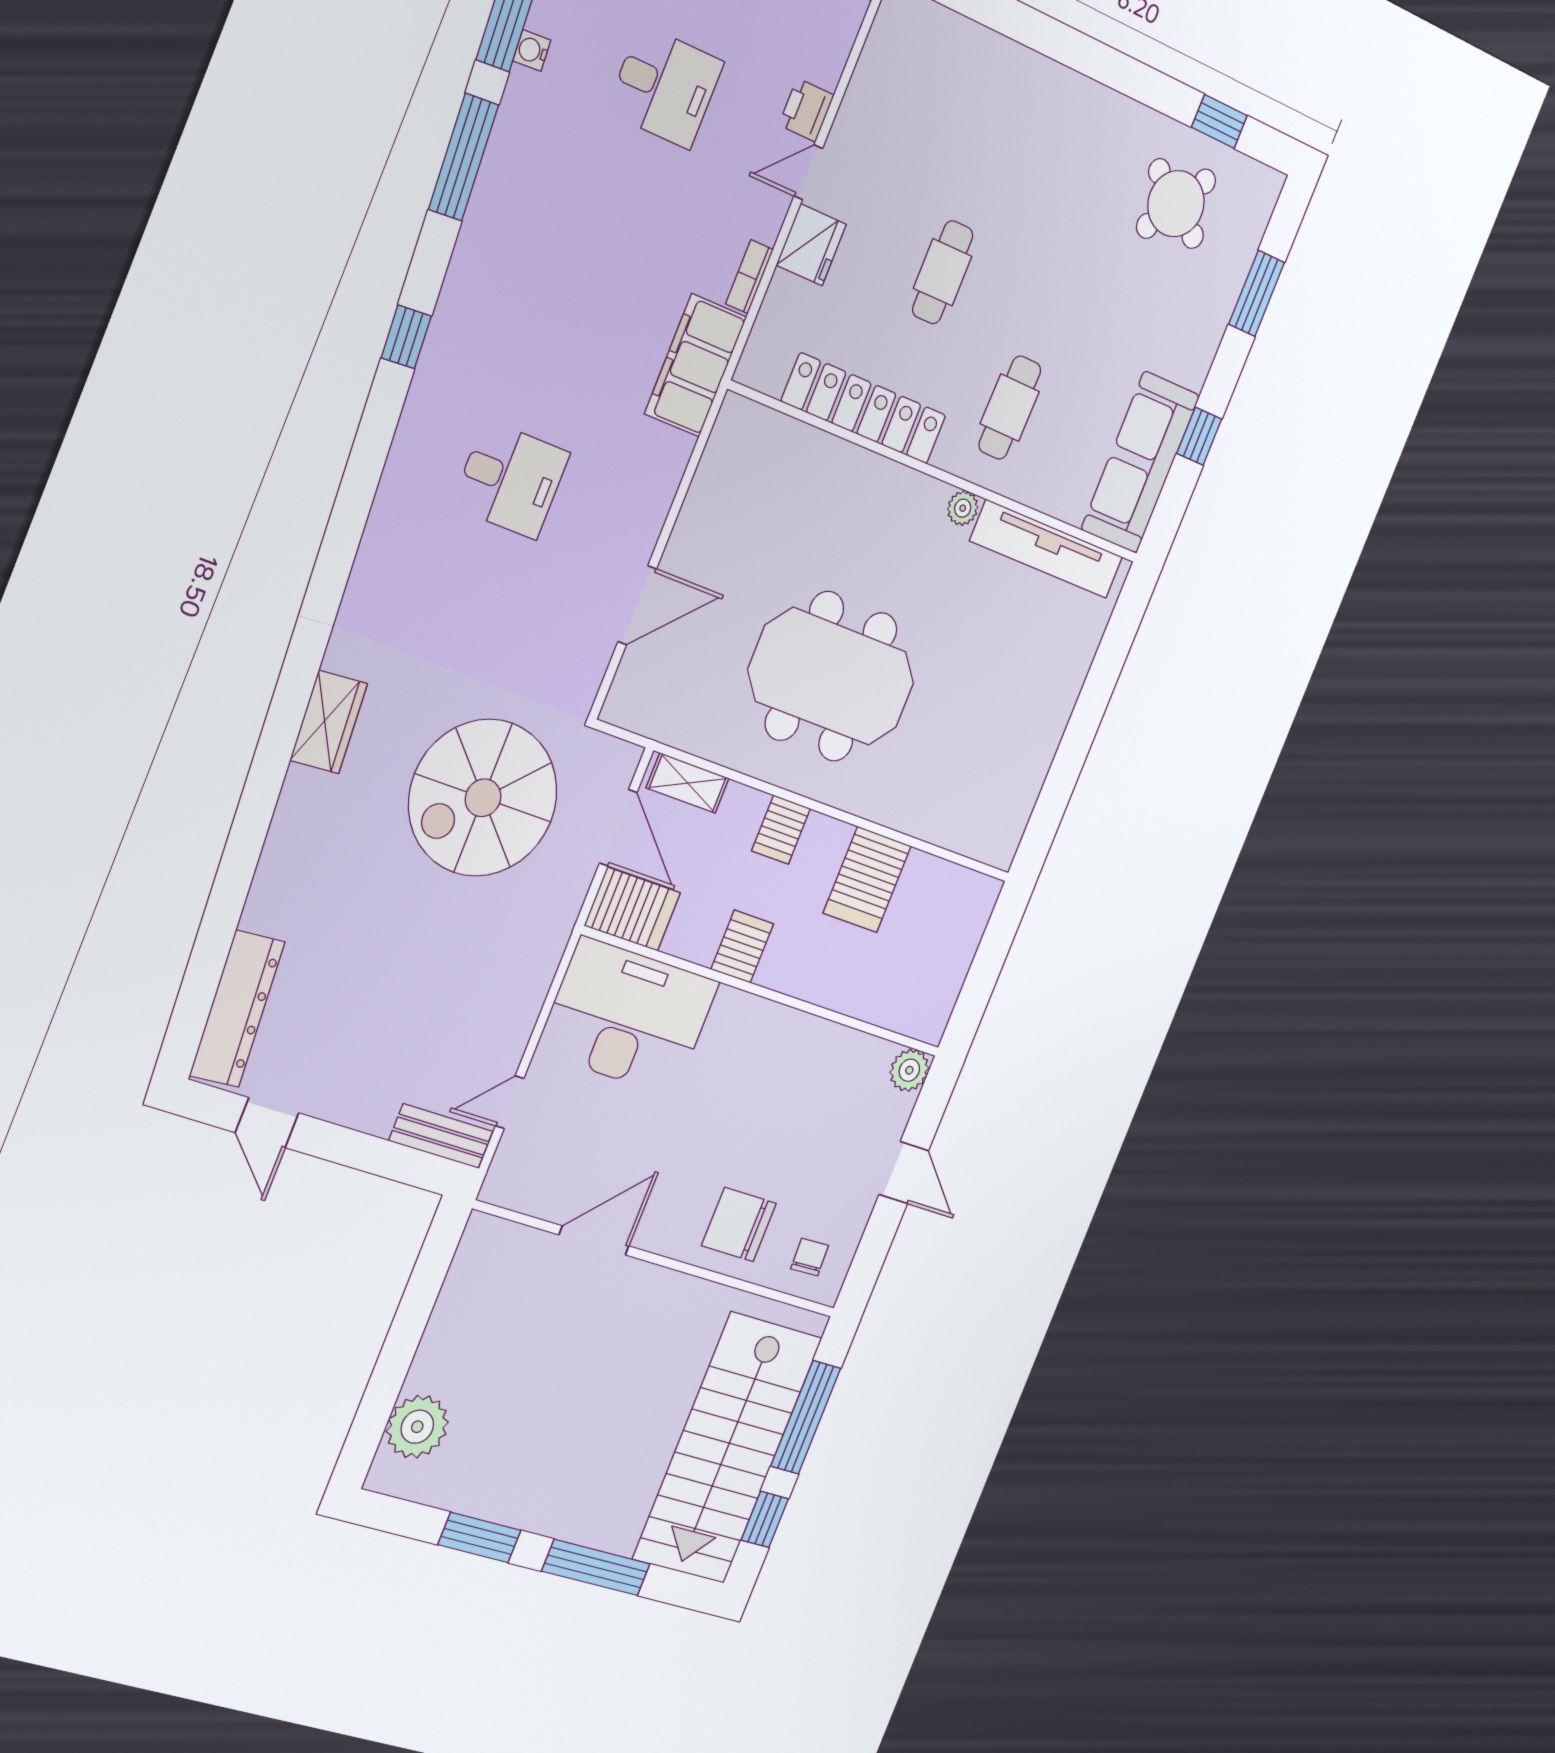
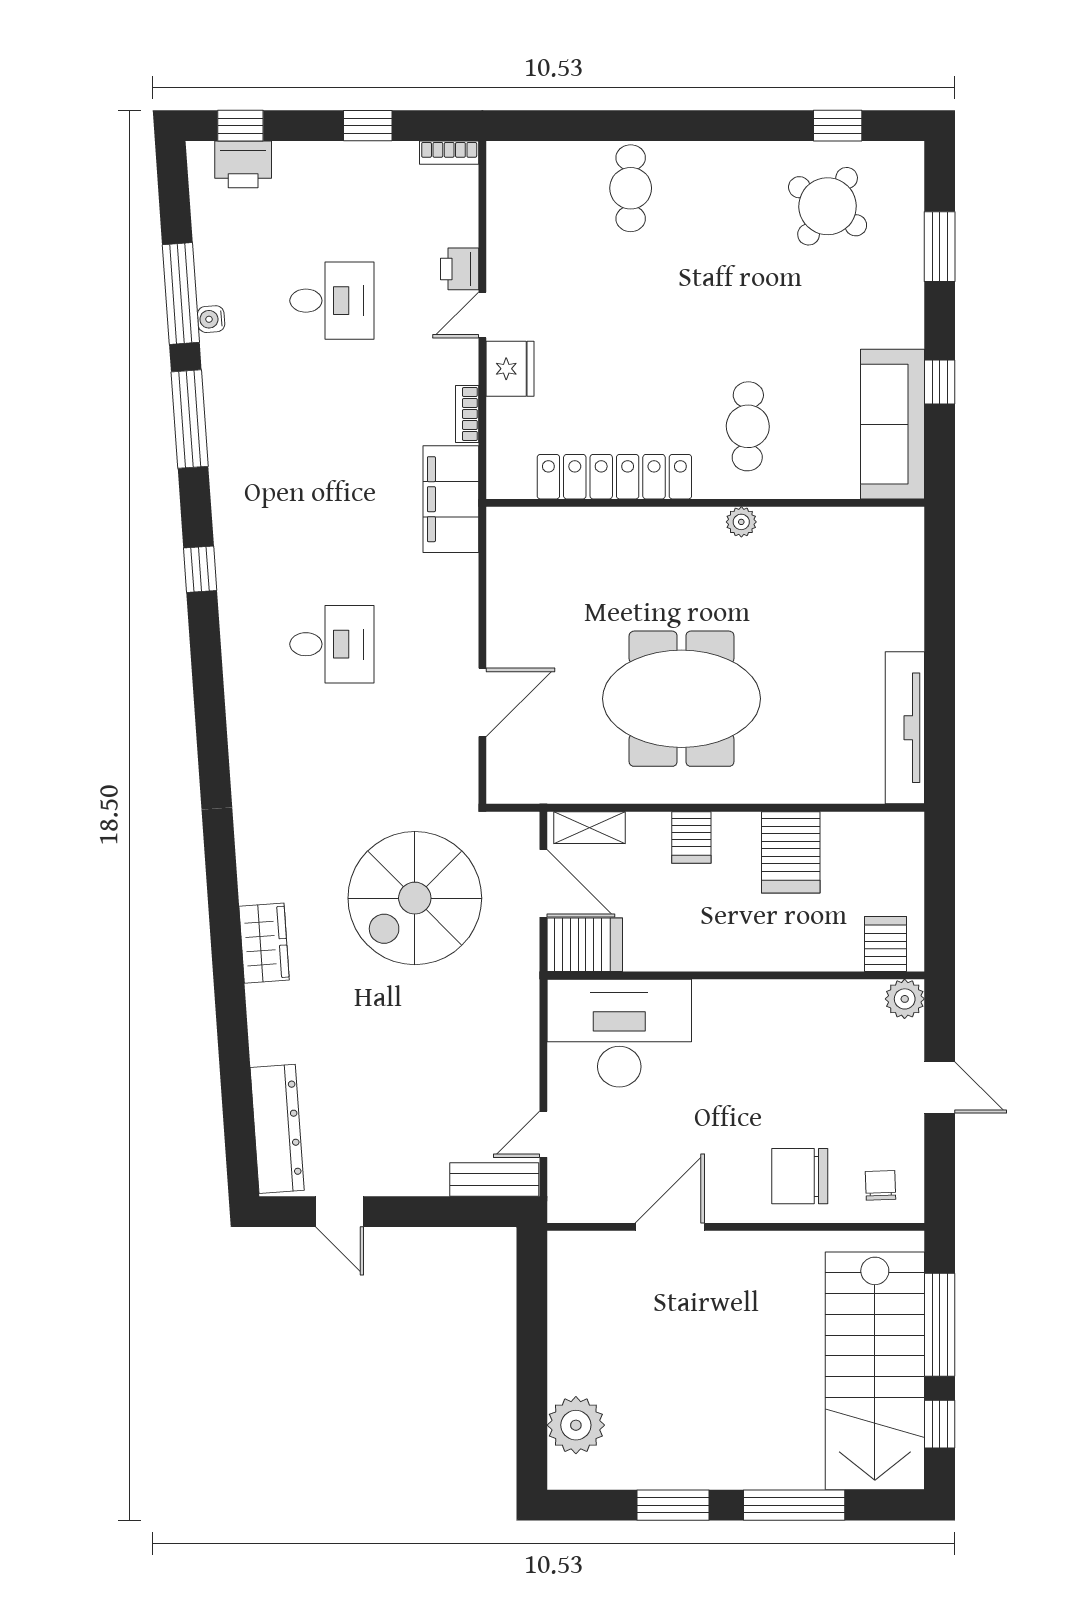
cafe table: (943, 272) -> (631, 188), moved
tv unit: (1046, 549) -> (905, 728), moved, turned 90
wardrobe: (329, 722) -> (264, 943), moved
server rack: (742, 947) -> (885, 944), moved

